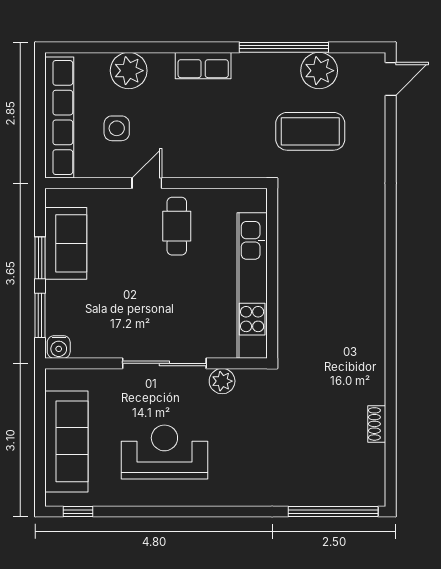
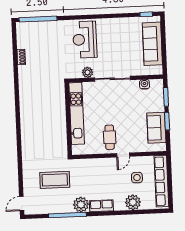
plant: (319, 71) -> (81, 205), moved
water cooler: (59, 347) -> (144, 84), moved
reception desk: (164, 452) -> (85, 40), moved, turned 90

